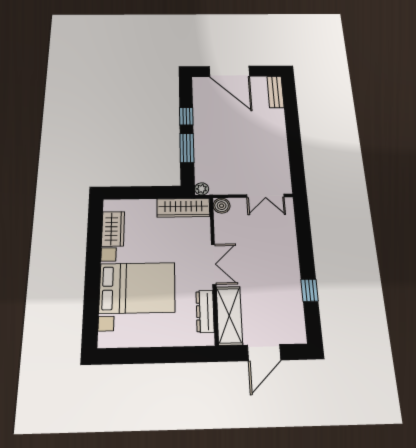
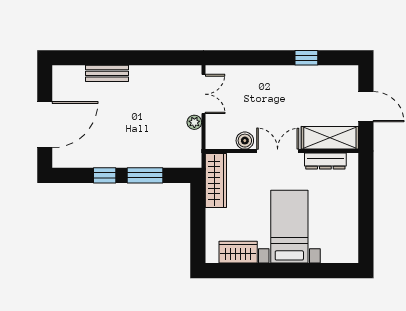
bench: (275, 92) -> (107, 73), moved
plant: (202, 189) -> (194, 122), moved
boiler: (222, 206) -> (245, 141), moved
bed with nightstands: (137, 288) -> (289, 227), width x0.73

